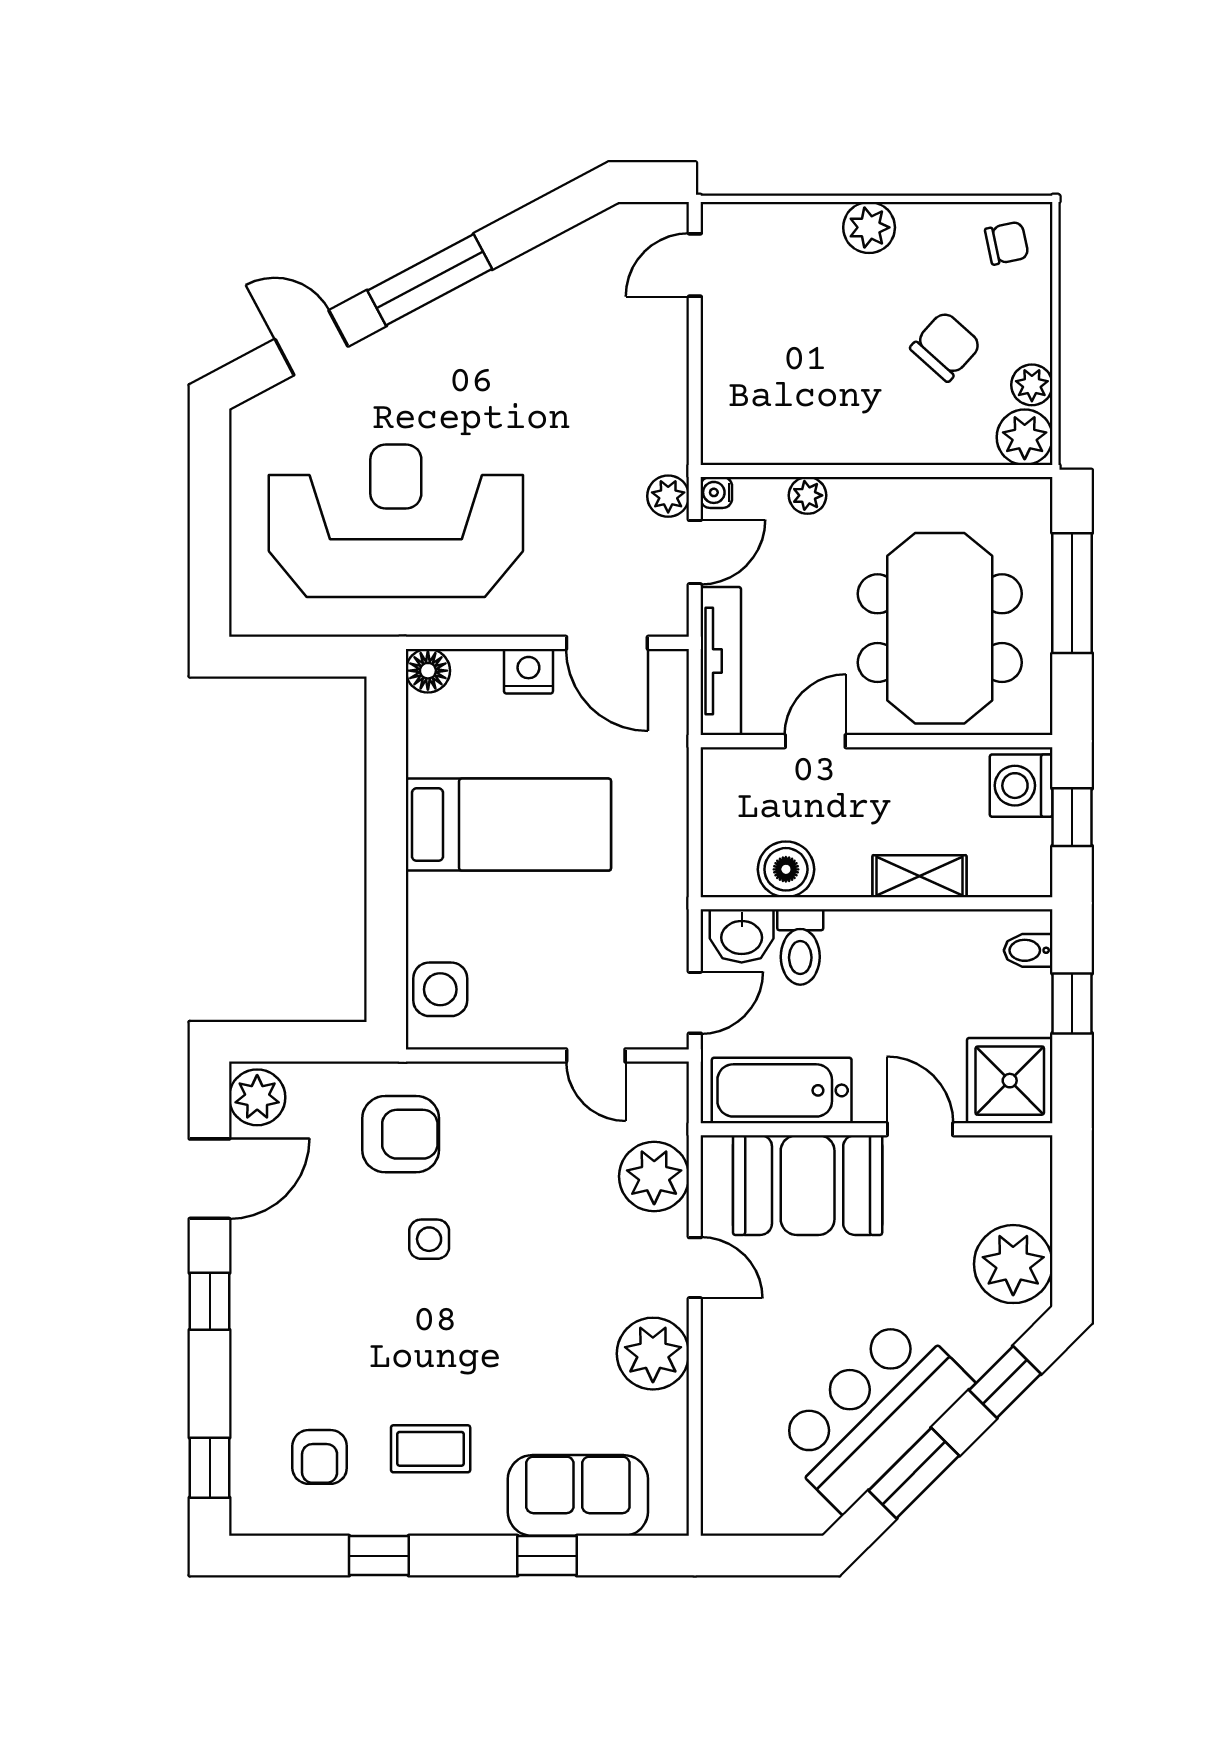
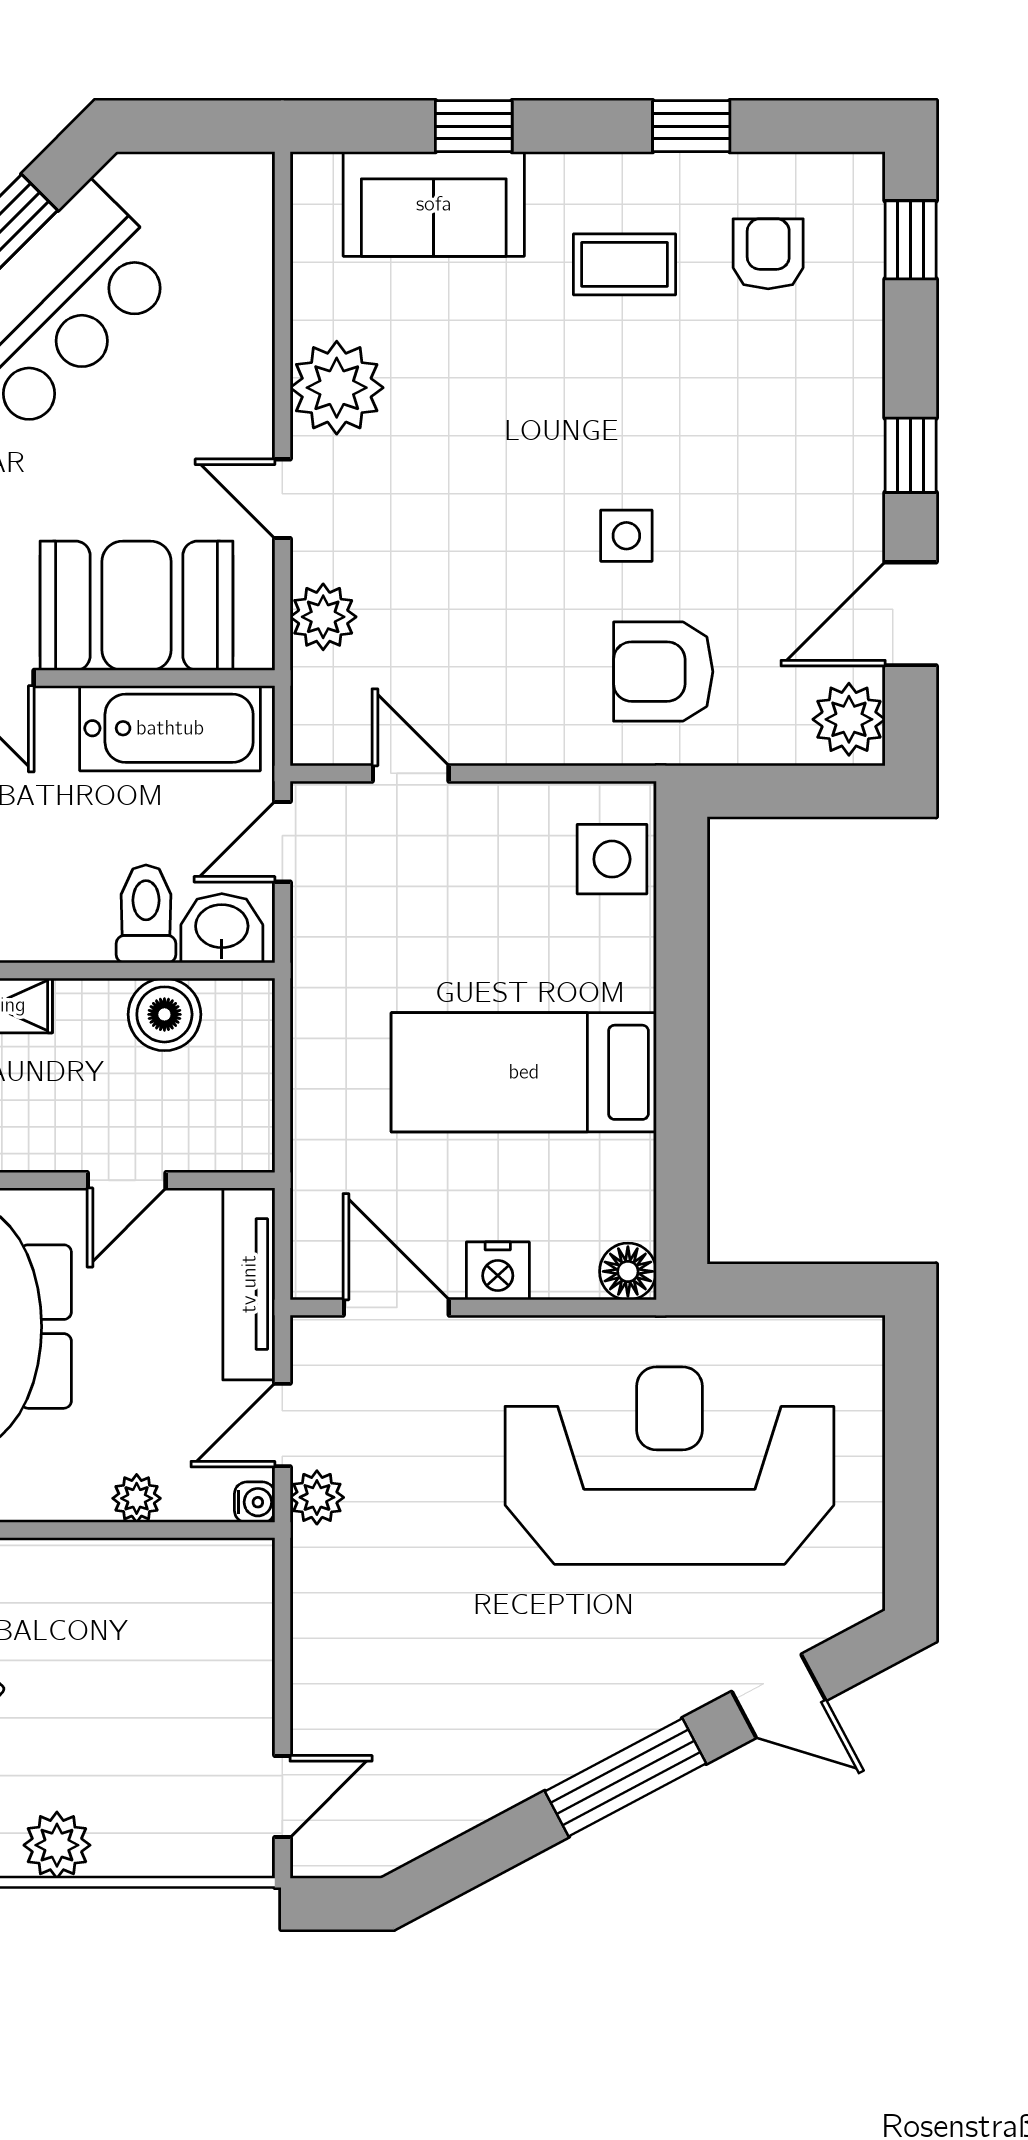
reception desk: (396, 521) -> (669, 1466), turned 180
plant: (654, 1176) -> (323, 617), width x0.73, depth x0.73

